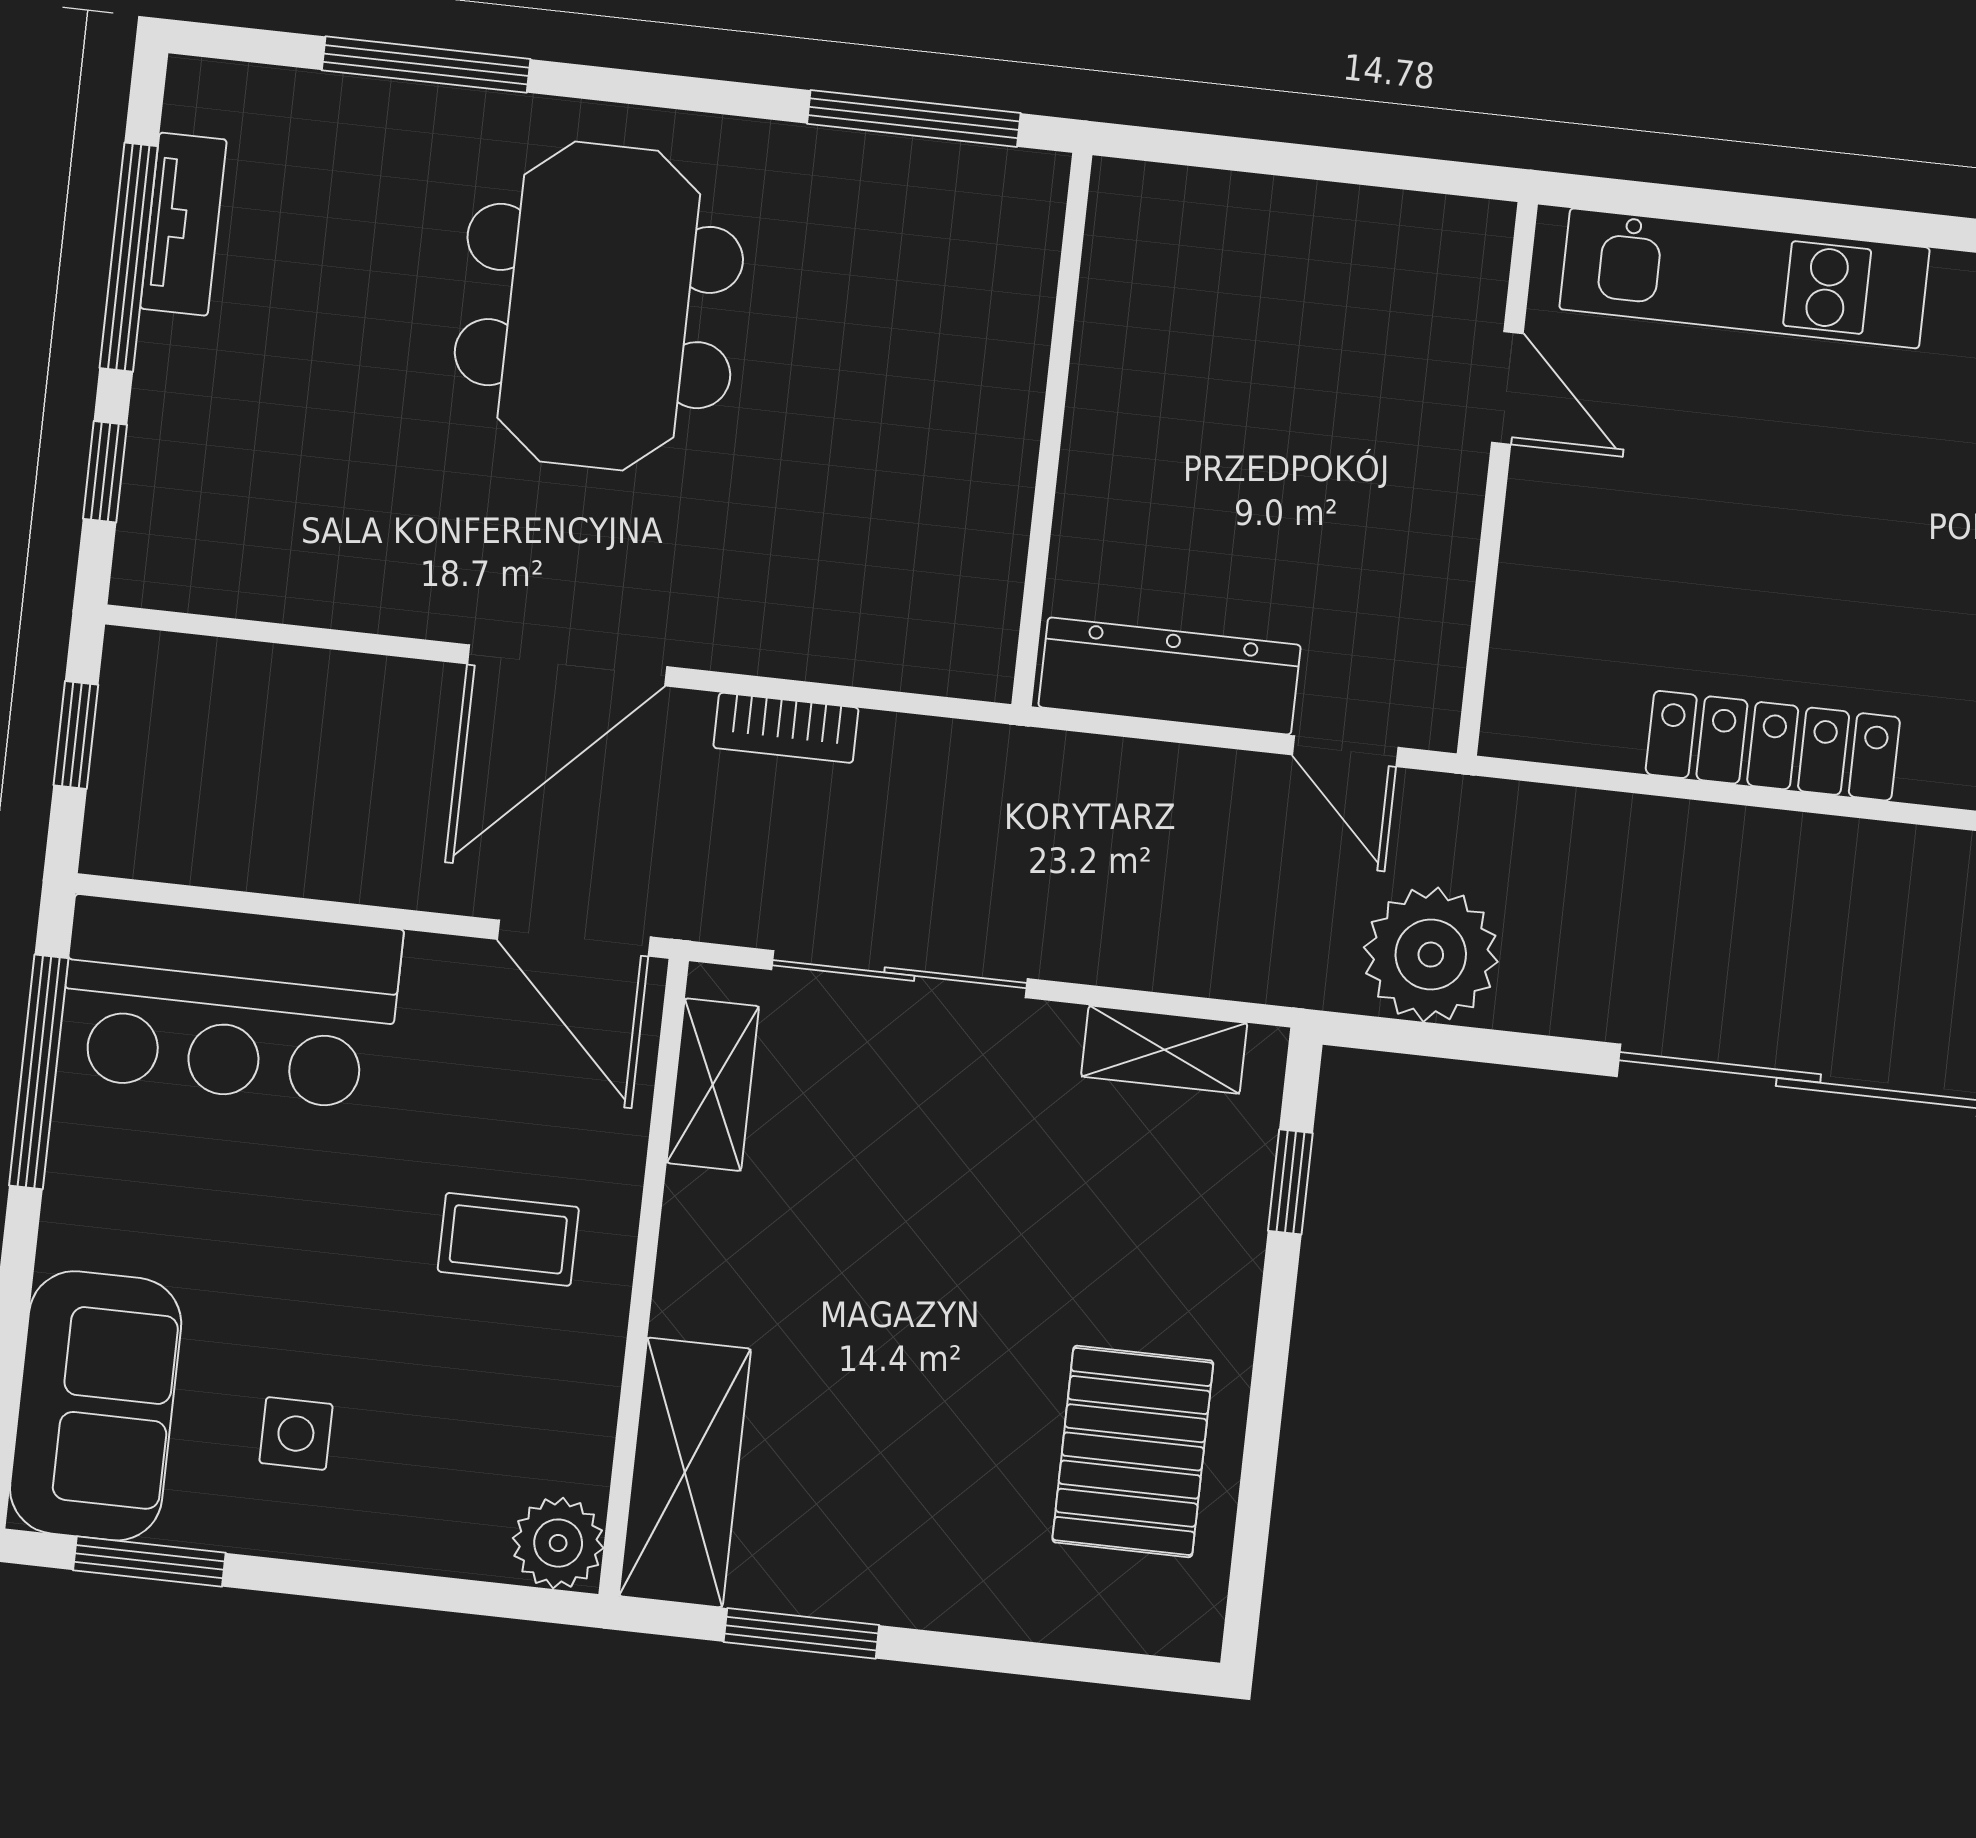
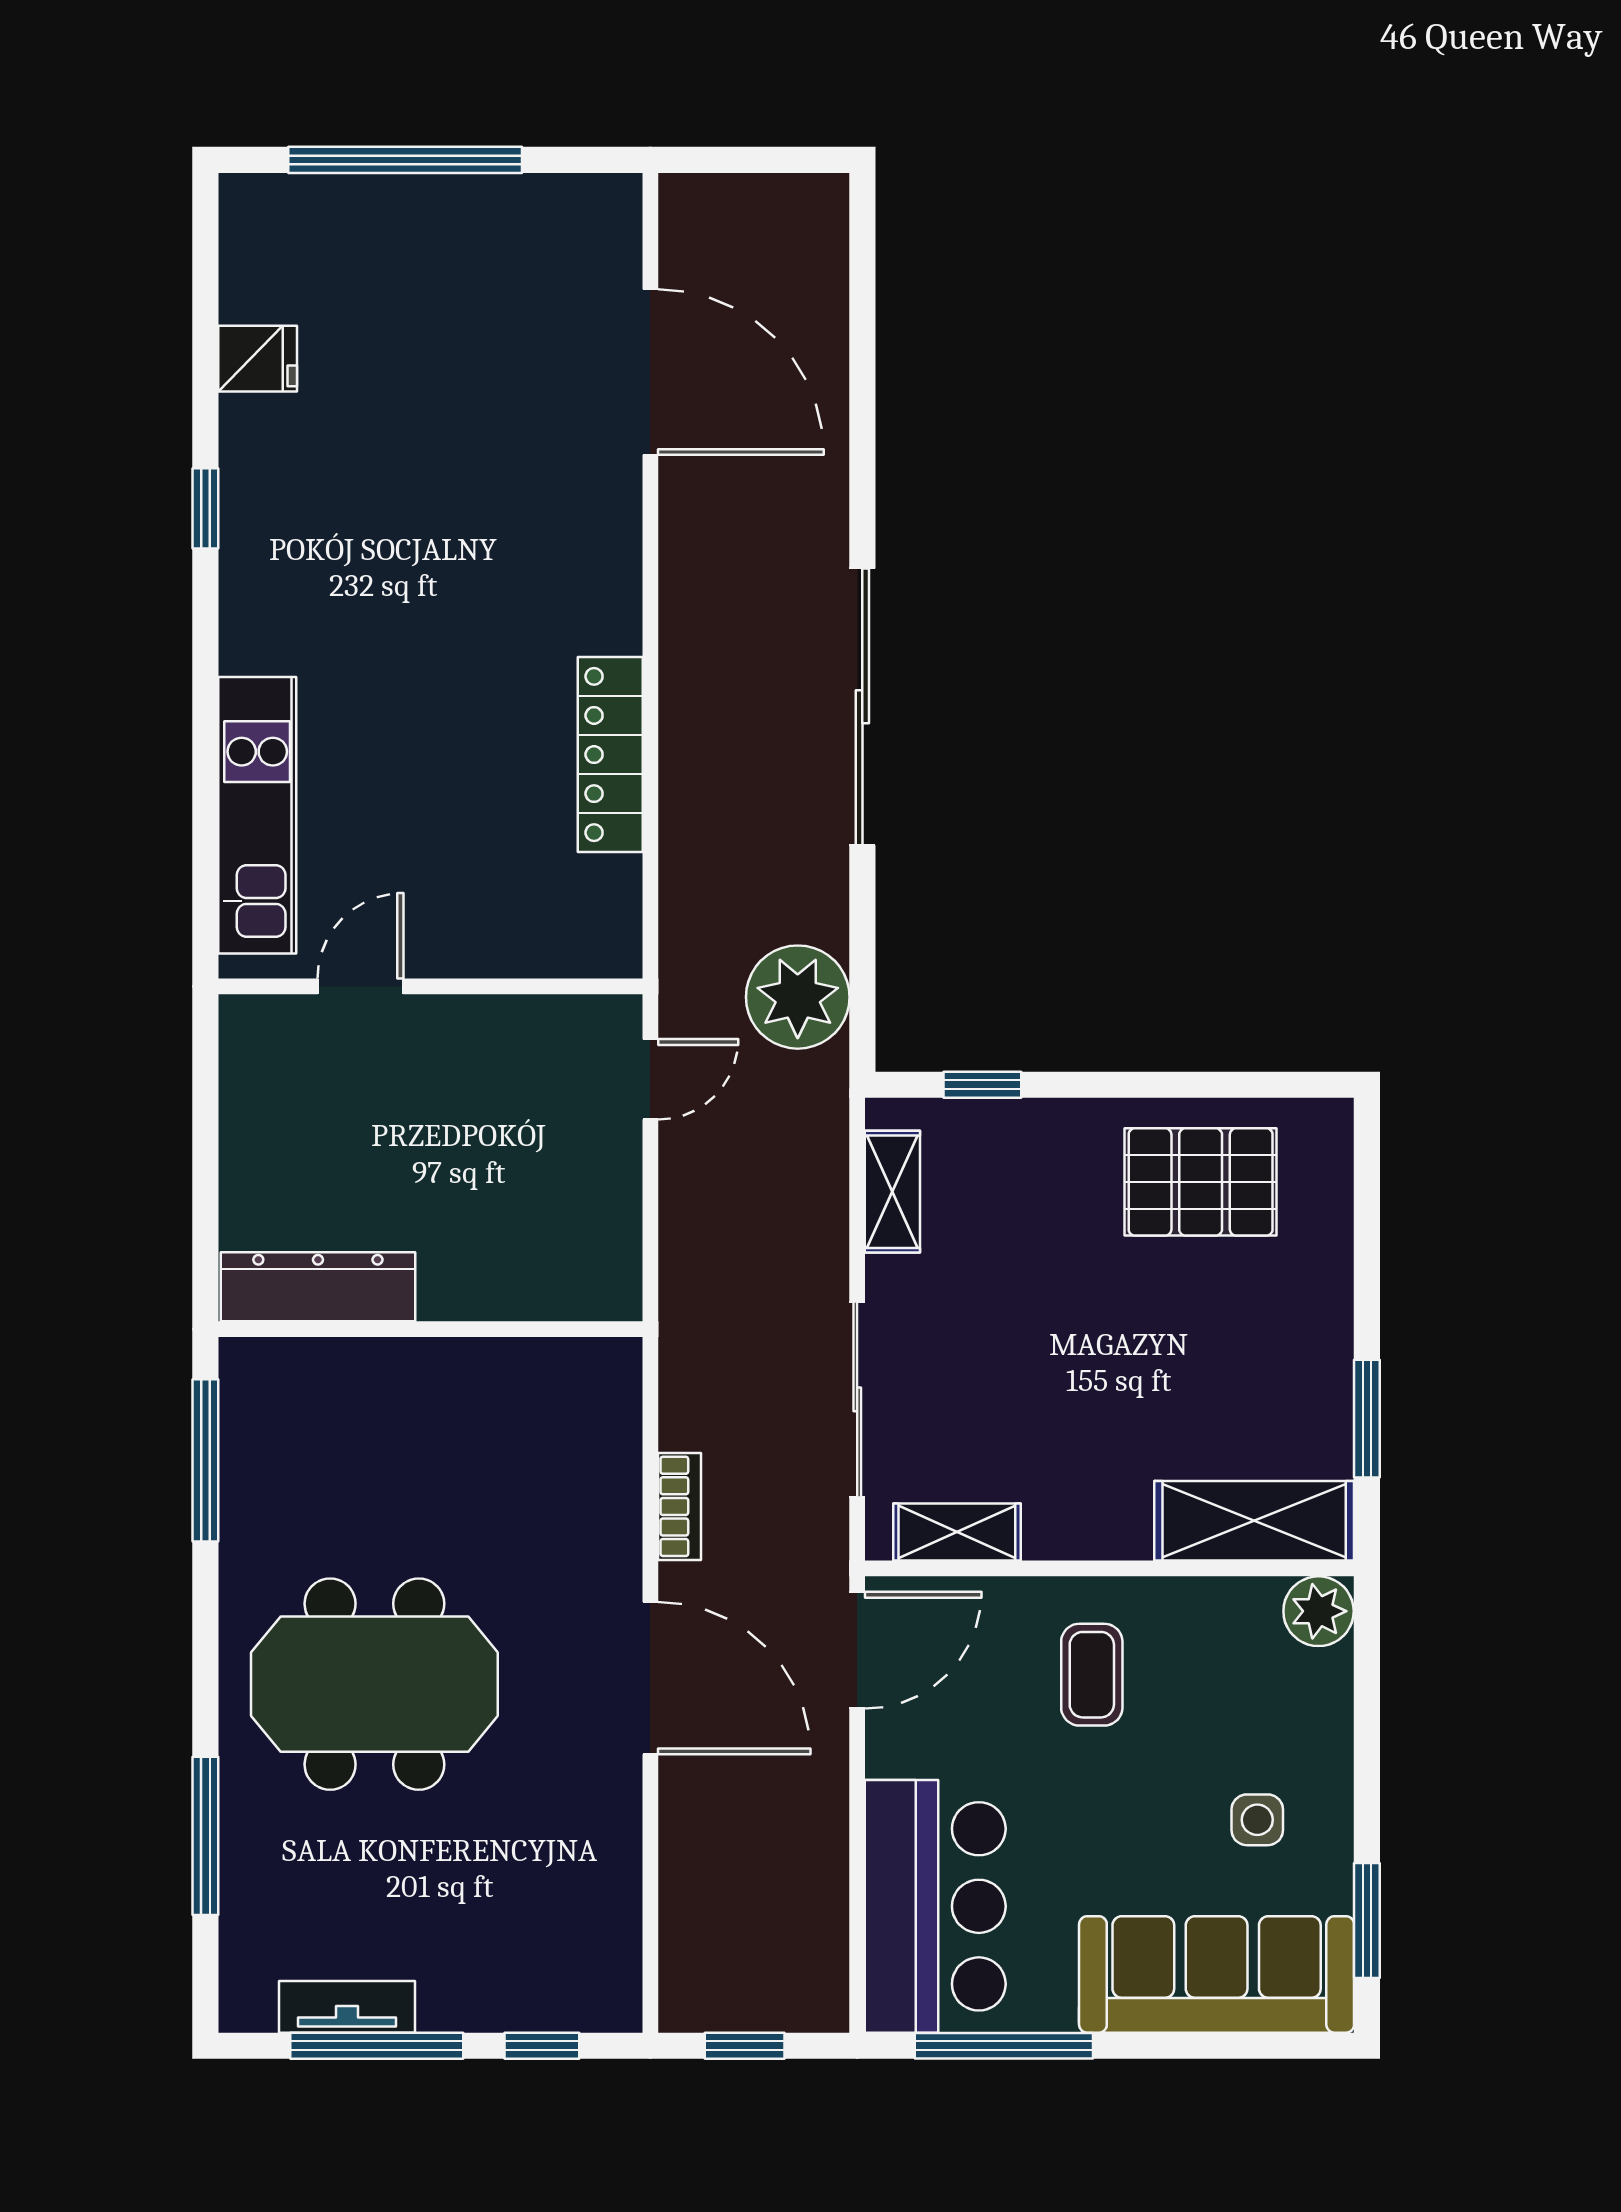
dresser: (1170, 676) -> (318, 1287), moved, turned 90
sofa: (96, 1406) -> (1217, 1974), width x1.36

